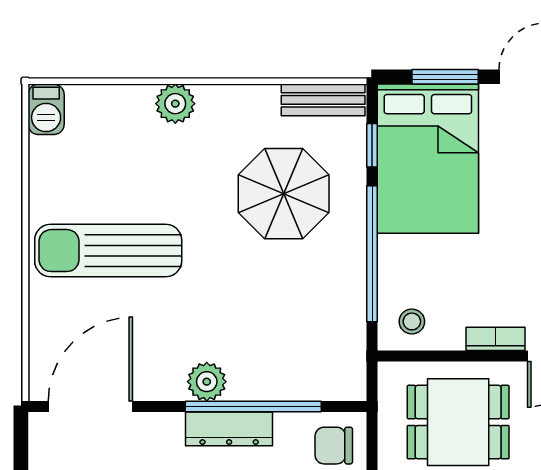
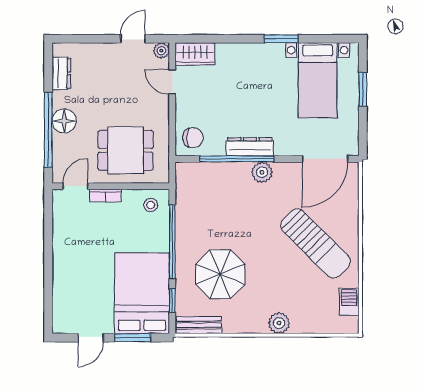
barbecue: (46, 109) -> (349, 302), moved
sun lounger: (108, 251) -> (315, 243), turned 45

